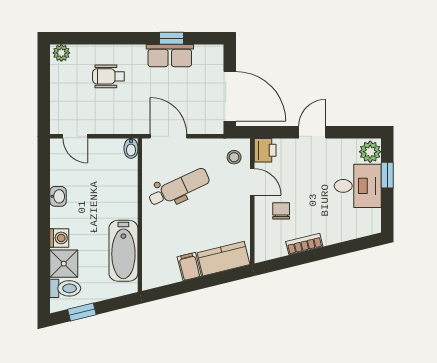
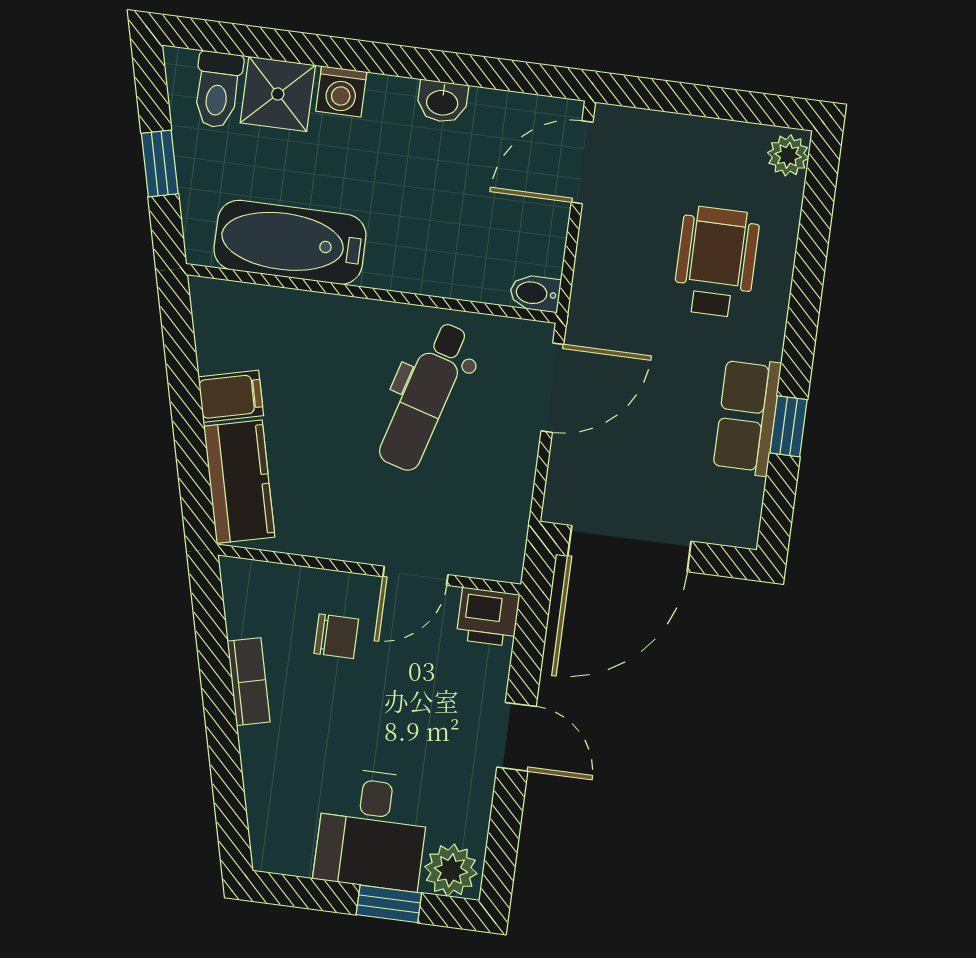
wheelchair: (108, 76) -> (716, 262), width x1.36, depth x1.37
door: (75, 136) -> (582, 162), width x1.38
stool: (234, 157) -> (481, 540), removed
dental chair: (179, 188) -> (425, 397), turned 41
window: (82, 312) -> (160, 164), moved

